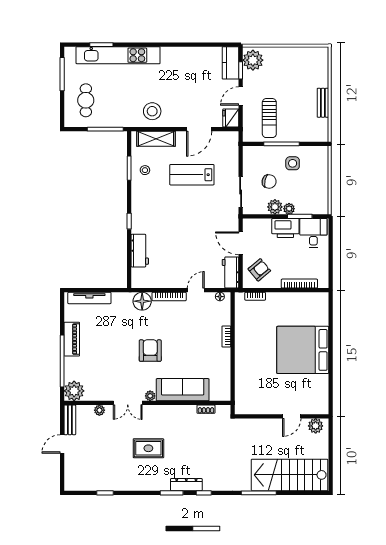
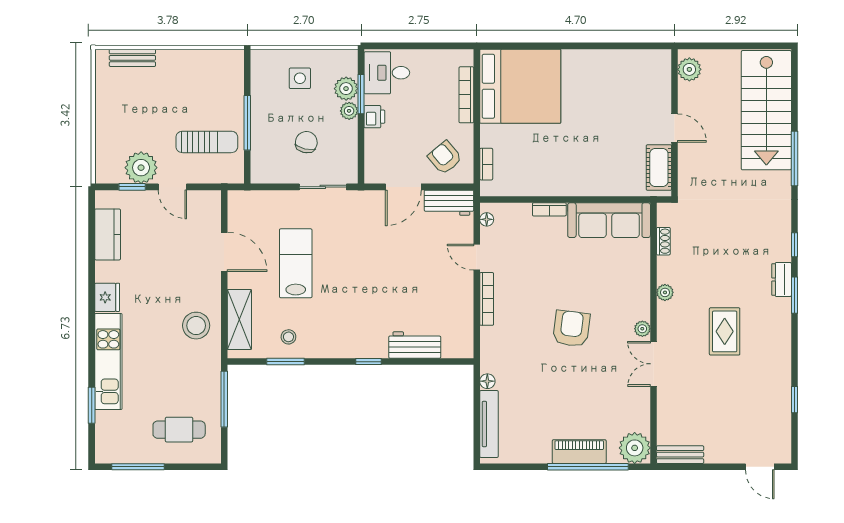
kitchen unit: (118, 55) -> (108, 362), width x0.73
plant: (253, 60) -> (141, 168), moved
kitchen counter: (230, 63) -> (108, 234), moved, turned -90
bench: (323, 103) -> (132, 58), moved
fridge: (231, 118) -> (107, 297), moved, turned -90
side table: (293, 163) -> (300, 78), moved
lab bench: (192, 175) -> (296, 263), turned 180
plant: (275, 207) -> (346, 89), moved
printer: (285, 228) -> (374, 117), width x0.53, depth x0.68
floor lamp: (142, 301) -> (487, 381), moved, width x0.53, depth x0.53
piano: (72, 339) -> (579, 452), moved
bed: (303, 350) -> (520, 86), moved, turned -90
armchair: (150, 351) -> (571, 329), turned 97
sofa: (183, 390) -> (609, 220), moved, turned -90
double door: (128, 403) -> (653, 364), swing flipped
cot: (253, 406) -> (659, 168), added
plant: (99, 410) -> (665, 292), moved
door: (292, 416) -> (674, 128), moved
door: (62, 444) -> (760, 467), moved
dresser: (186, 485) -> (782, 280), width x0.70

